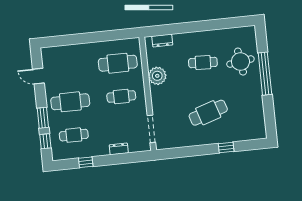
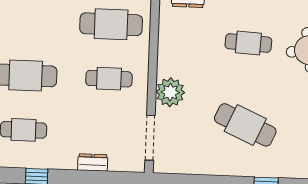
plant: (157, 76) -> (170, 92), moved
cafe table: (208, 113) -> (245, 125), turned 42

